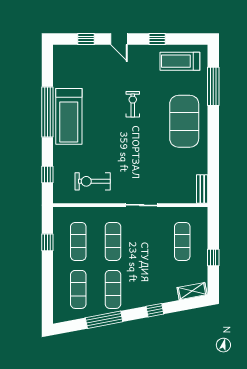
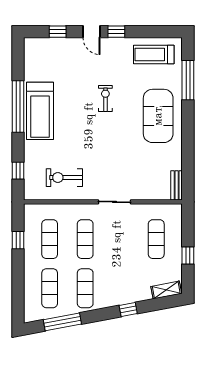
window: (157, 39) -> (116, 32), moved
window: (104, 320) -> (62, 322), moved

